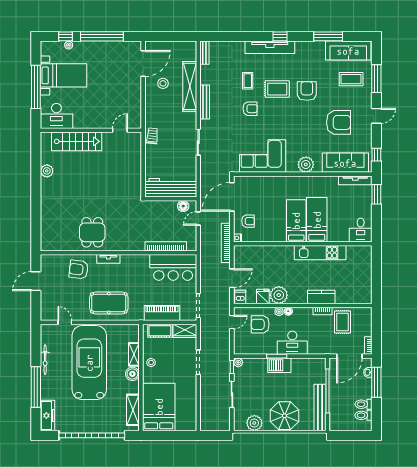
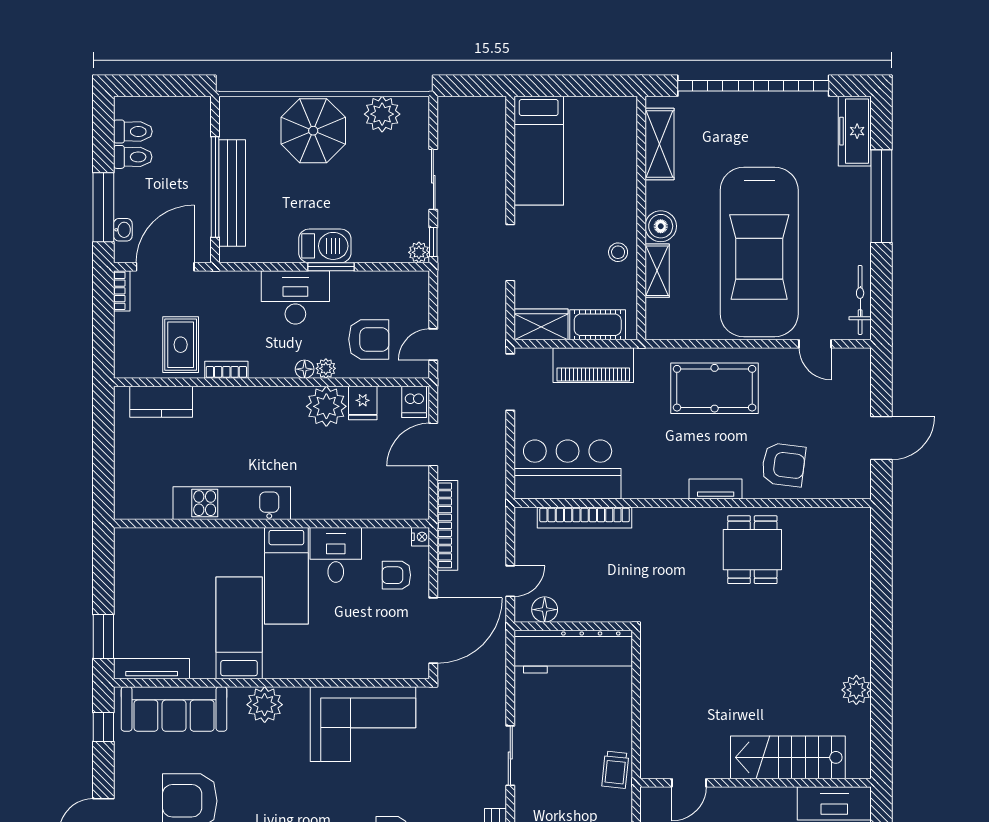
bed: (317, 220) -> (239, 628), moved, turned 180
desk: (361, 230) -> (336, 555), moved
kitchen counter: (321, 297) -> (161, 402), moved
bicycle: (45, 360) -> (860, 300), moved
bed: (159, 407) -> (539, 151), moved, width x0.67
bench: (320, 408) -> (232, 193), moved

